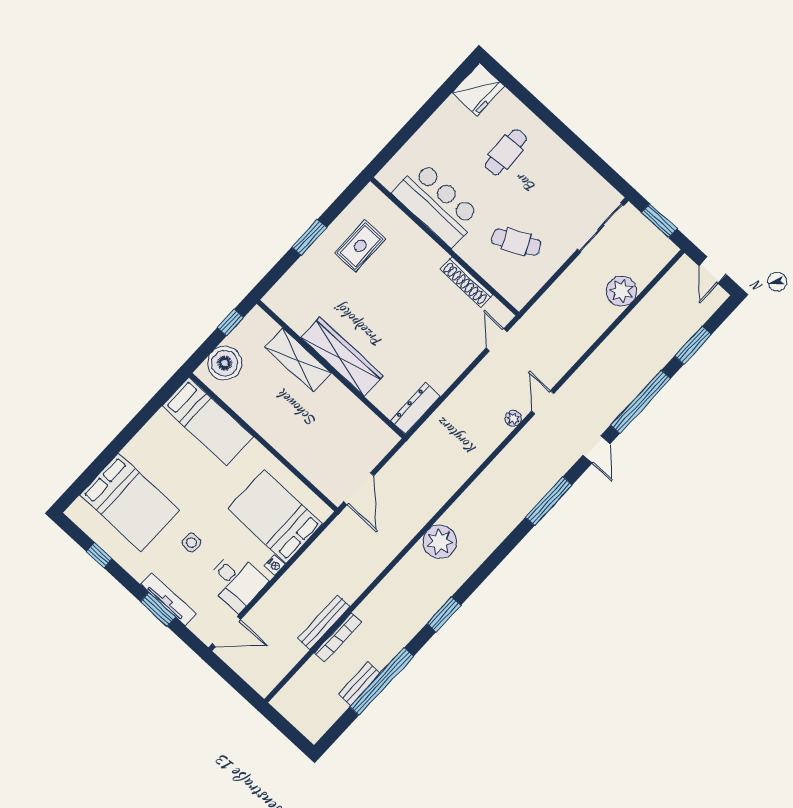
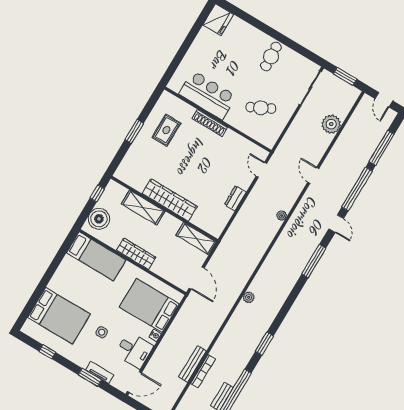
cafe table: (506, 152) -> (271, 56), moved
shoe rack: (466, 282) -> (210, 123), moved
window: (693, 345) -> (382, 148), width x1.44
door: (543, 402) -> (313, 175), moved
dresser: (416, 409) -> (235, 198), moved, width x0.70
shelving: (371, 426) -> (196, 239), added
wardrobe: (272, 430) -> (136, 254), added
plant: (440, 542) -> (249, 297), width x0.53, depth x0.53
tv unit: (168, 599) -> (100, 372), width x0.71

